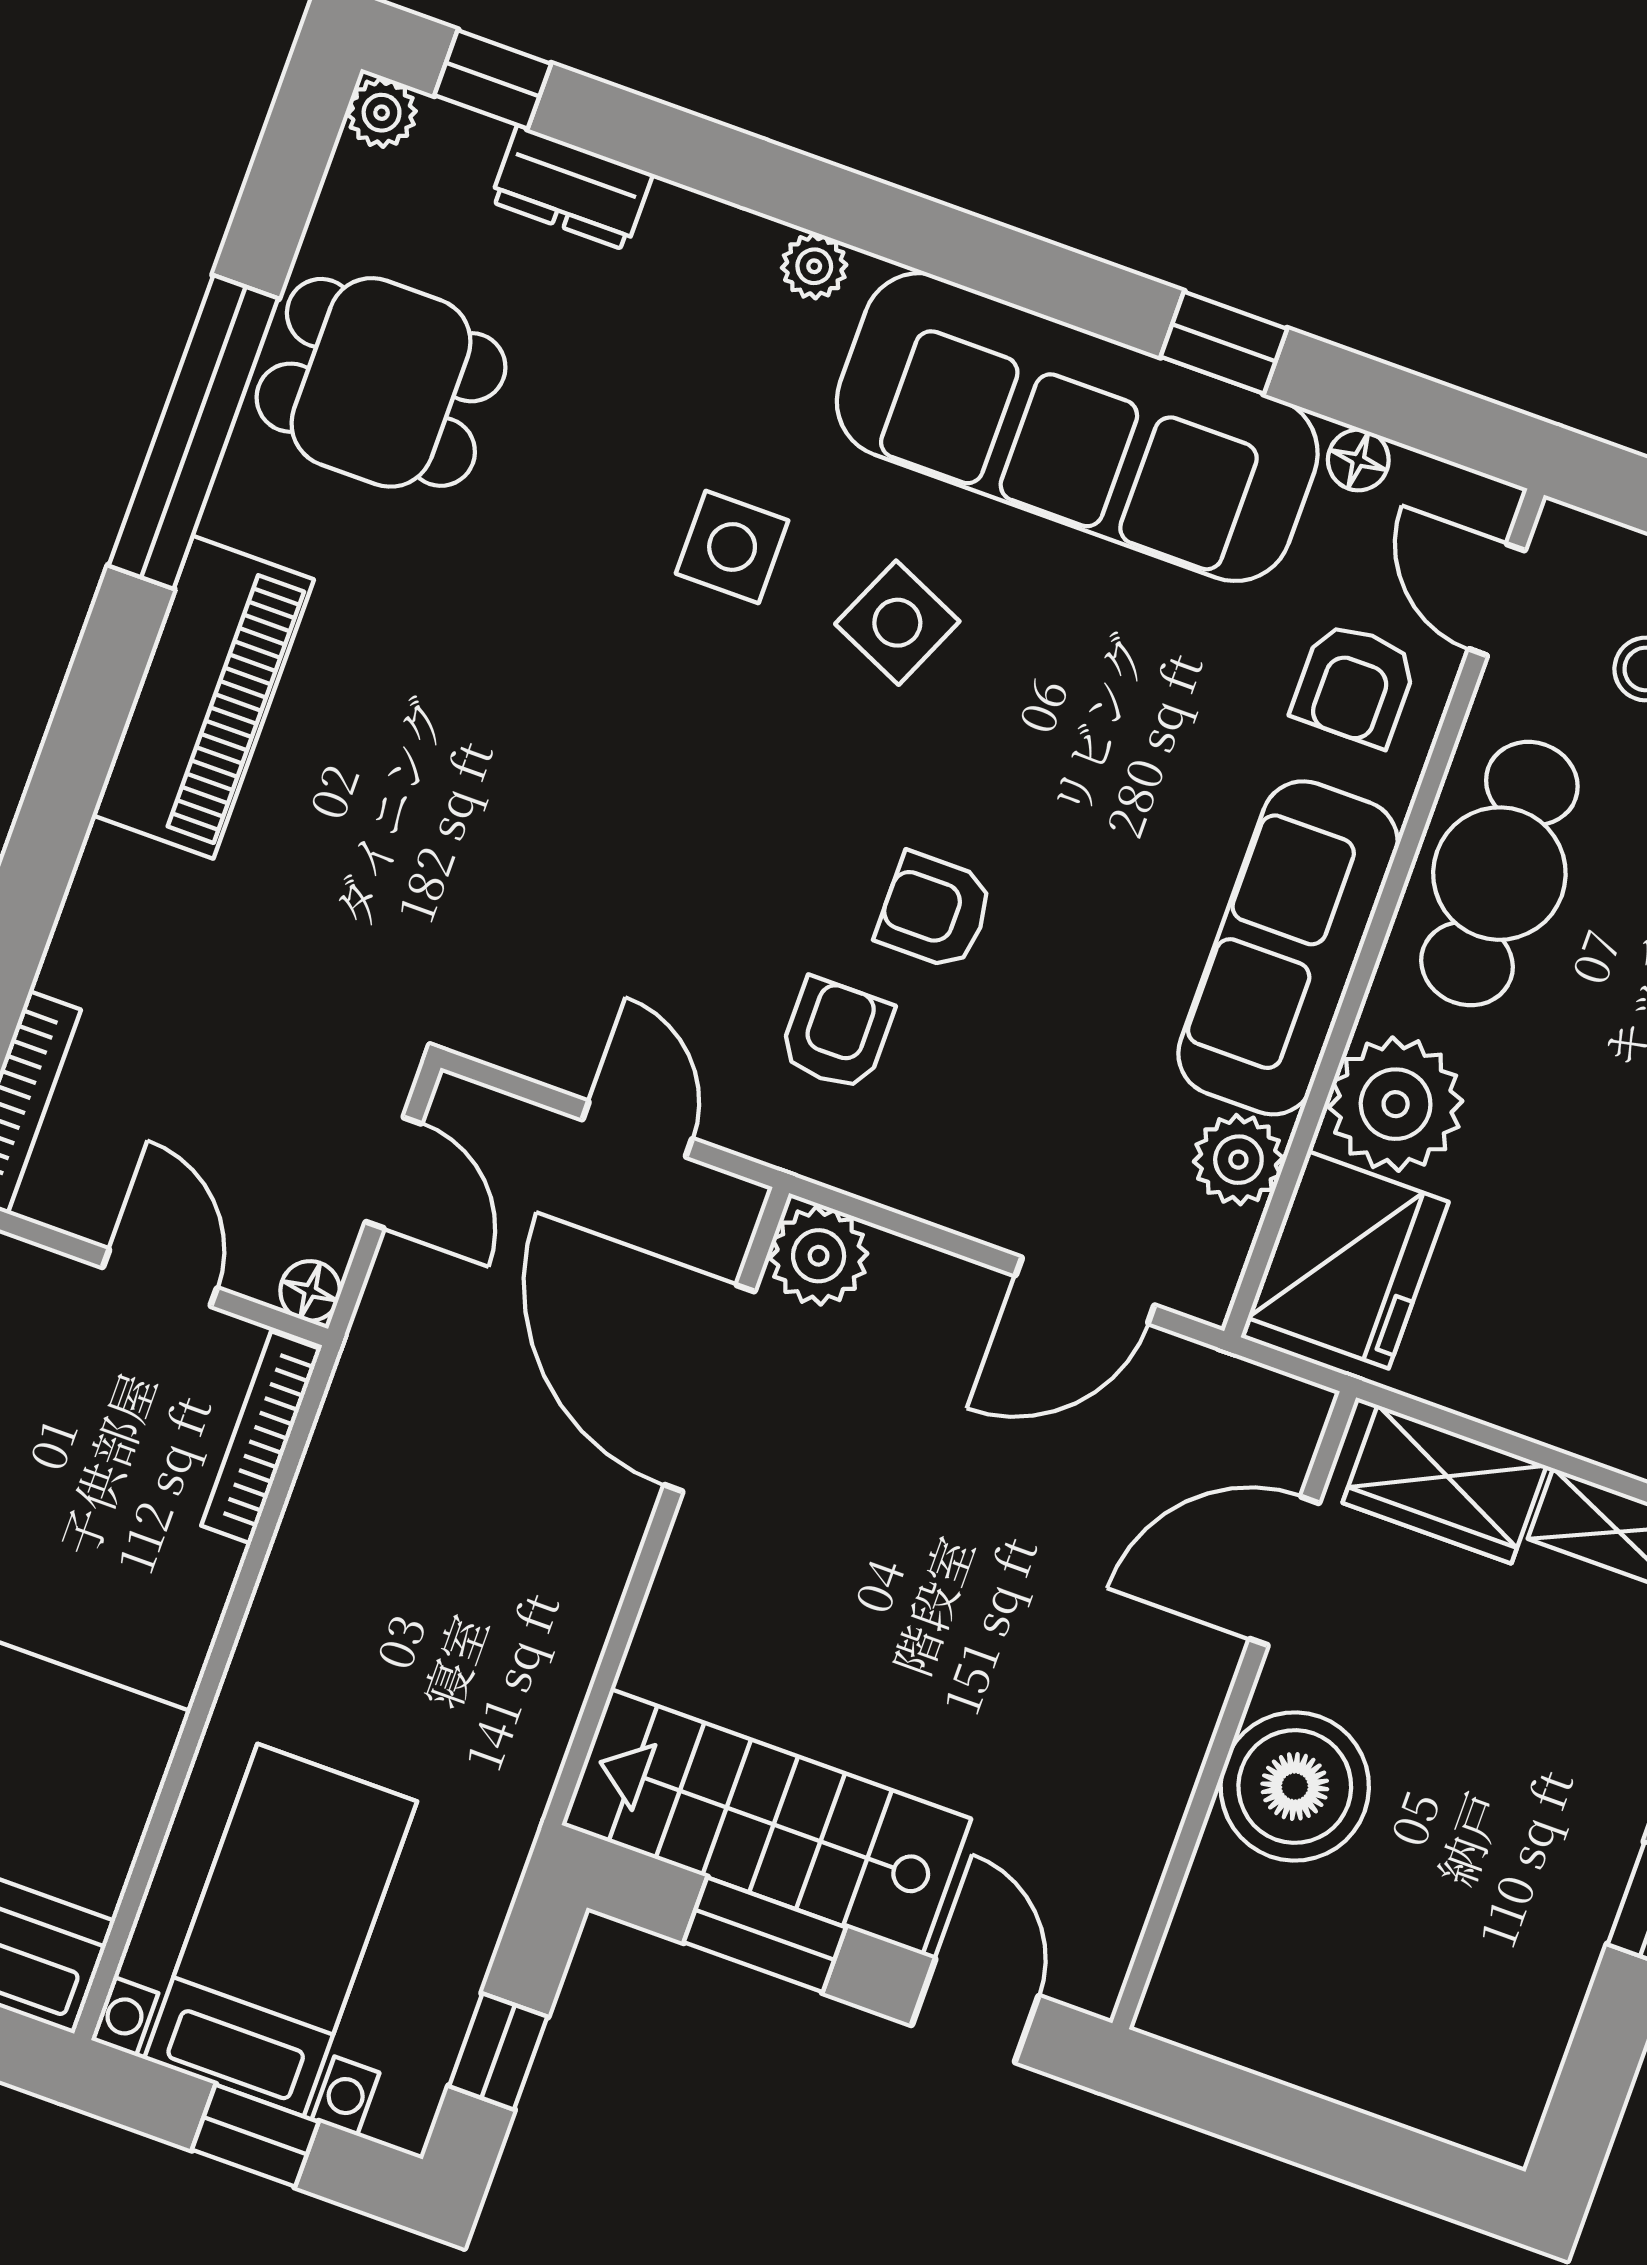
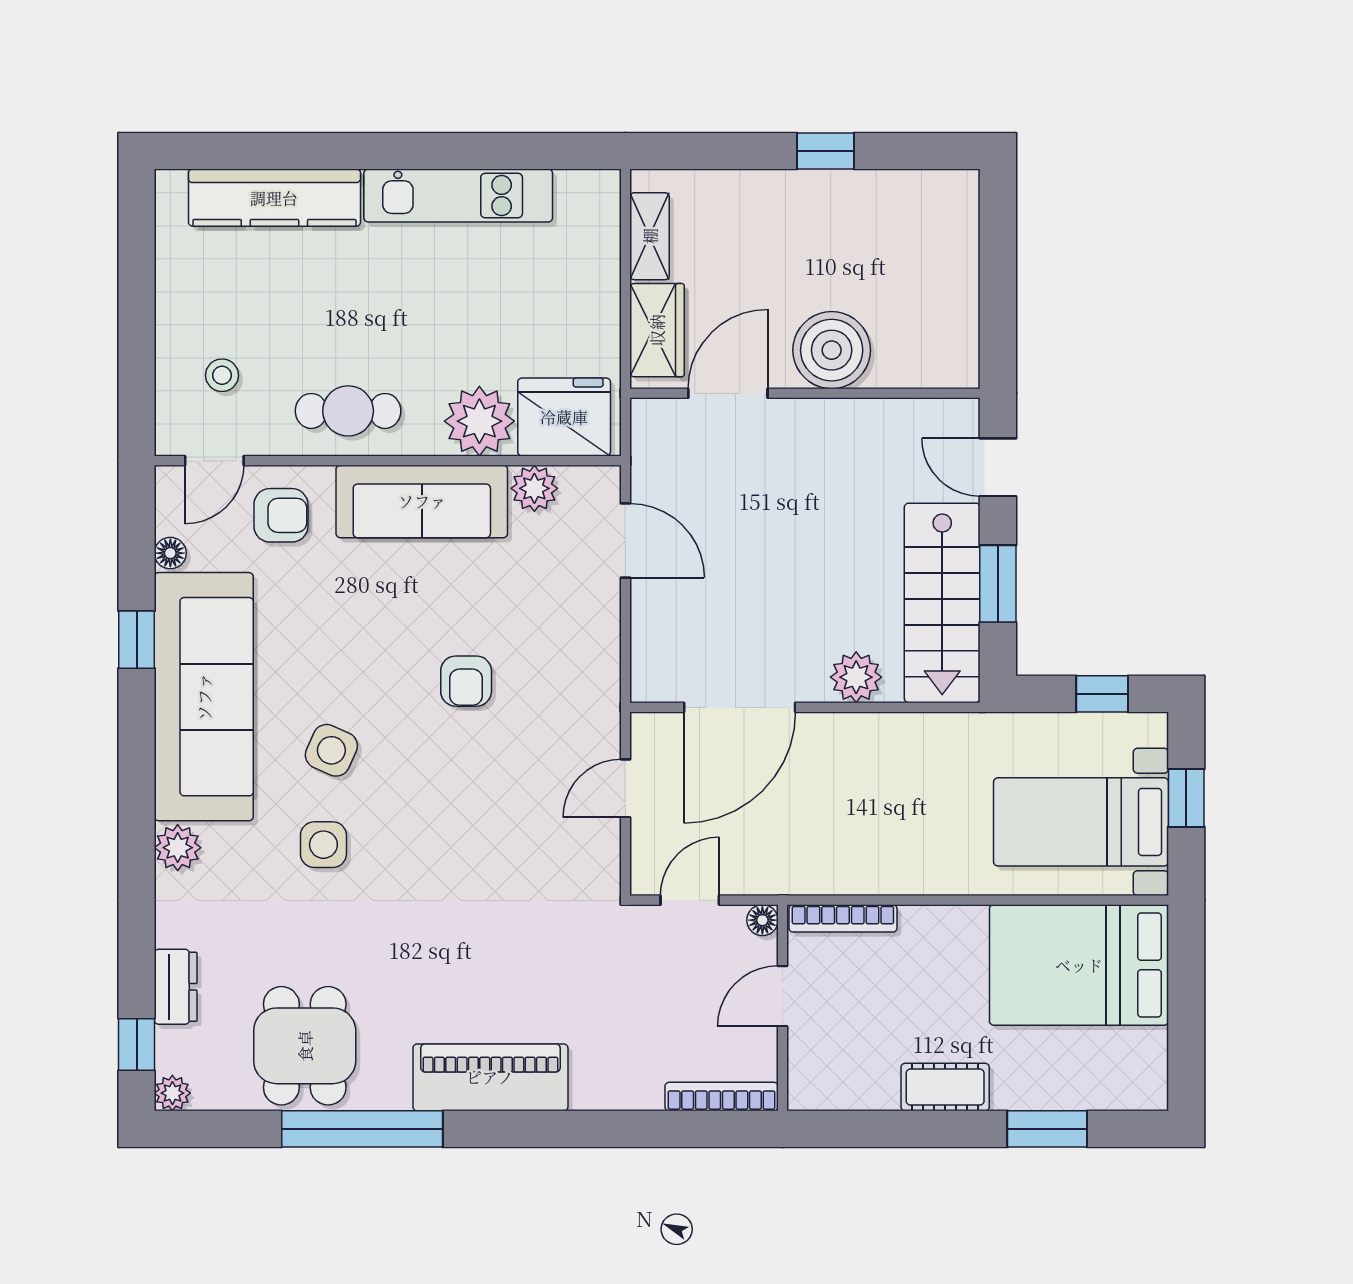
plant: (814, 266) -> (178, 848), width x1.38, depth x1.38
cafe table: (1499, 874) -> (348, 411), width x0.73, depth x0.74
armchair: (836, 1034) -> (544, 708), removed
plant: (819, 1256) -> (856, 677), moved
door: (1284, 1571) -> (728, 393), swing flipped
door: (975, 2010) -> (998, 467), hinge flipped

